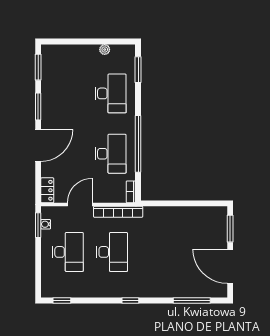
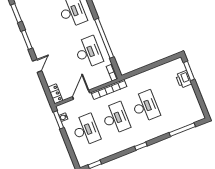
door: (38, 145) -> (37, 66), width x0.53
printer: (219, 237) -> (184, 79), added
desk: (156, 252) -> (145, 106), added
door: (230, 266) -> (199, 96), removed

